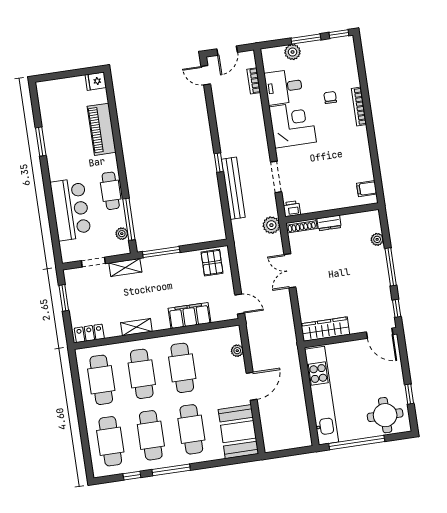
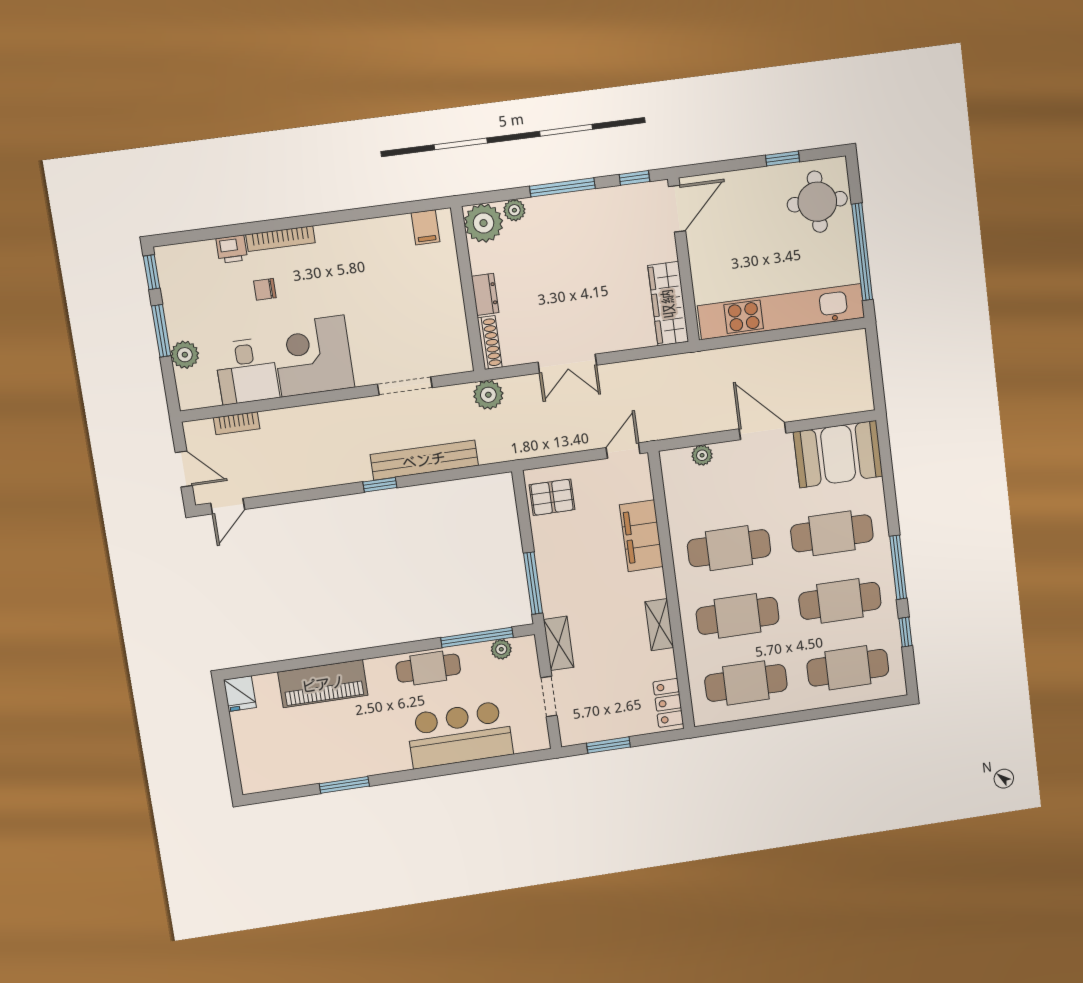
printer: (292, 209) -> (232, 249), moved, turned -90
plant: (370, 222) -> (484, 223), added

